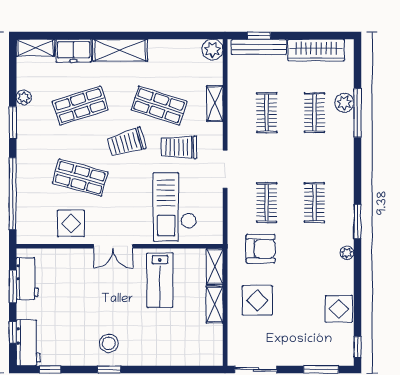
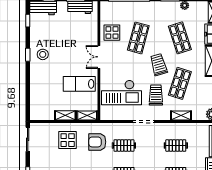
checkout: (175, 207) -> (121, 93), turned 180
armchair: (261, 249) -> (97, 142), turned 90

